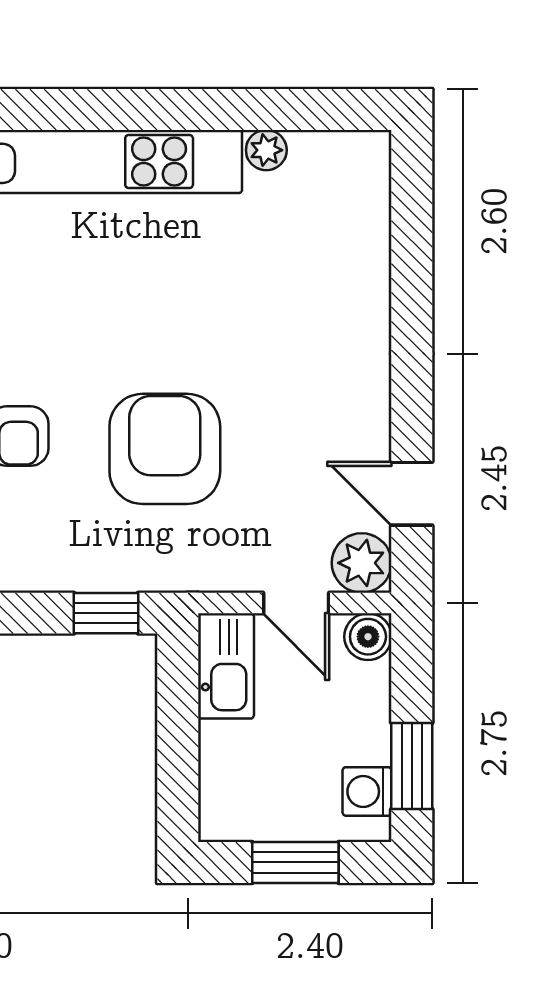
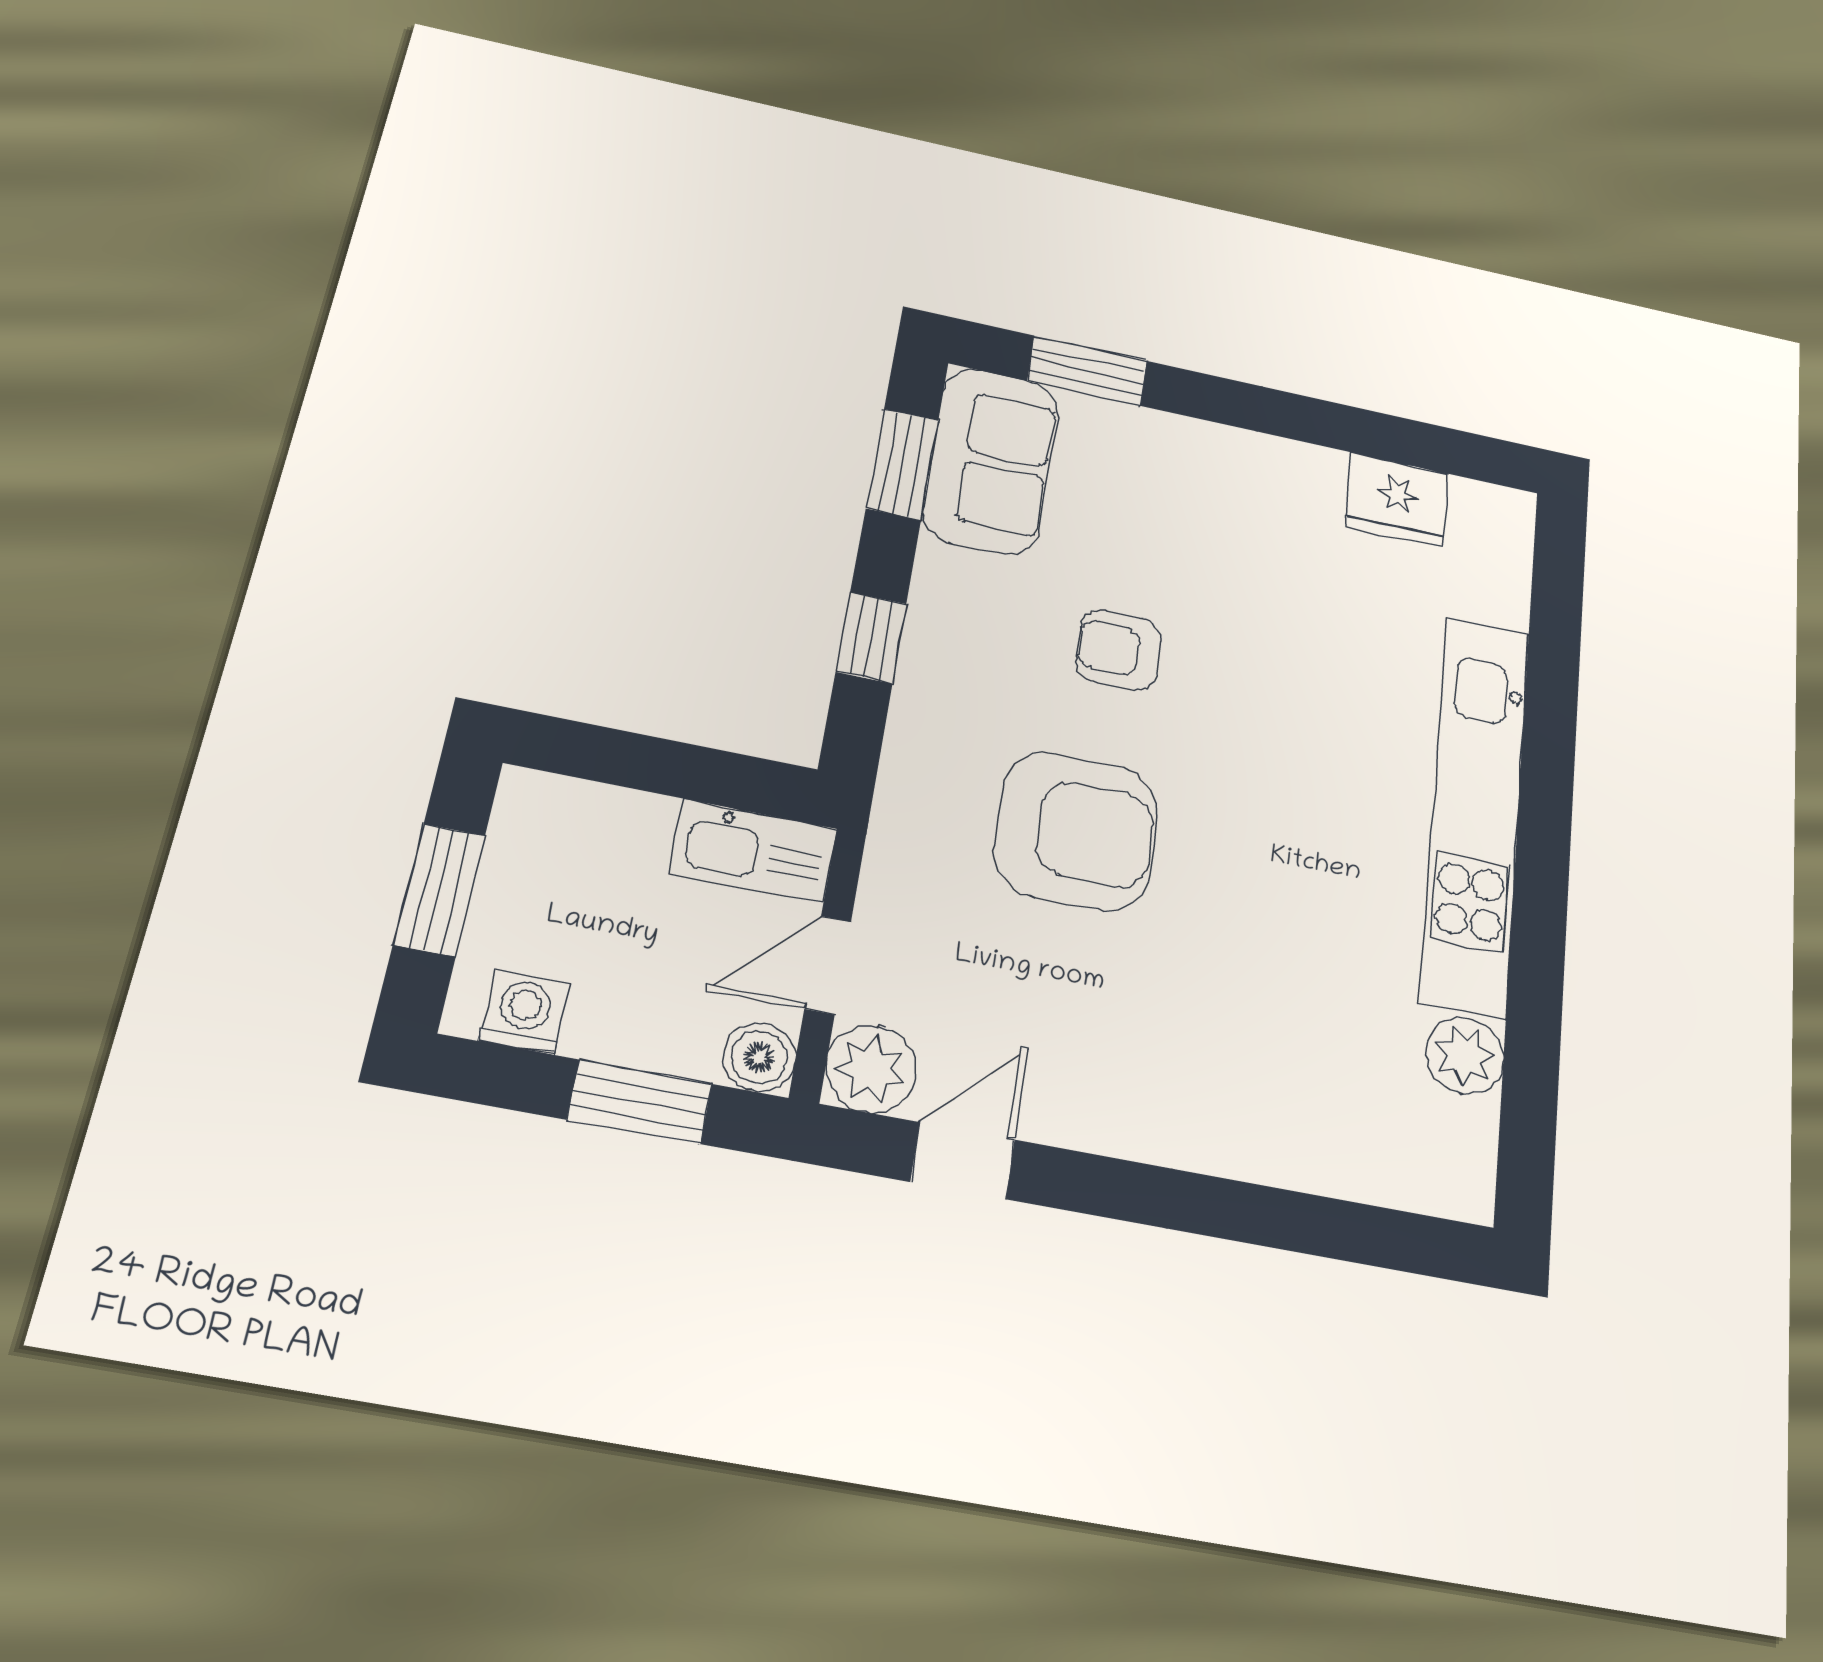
plant: (266, 150) -> (1465, 1056), width x1.38, depth x1.38
window: (106, 613) -> (871, 638), moved
window: (412, 766) -> (640, 1102), moved

